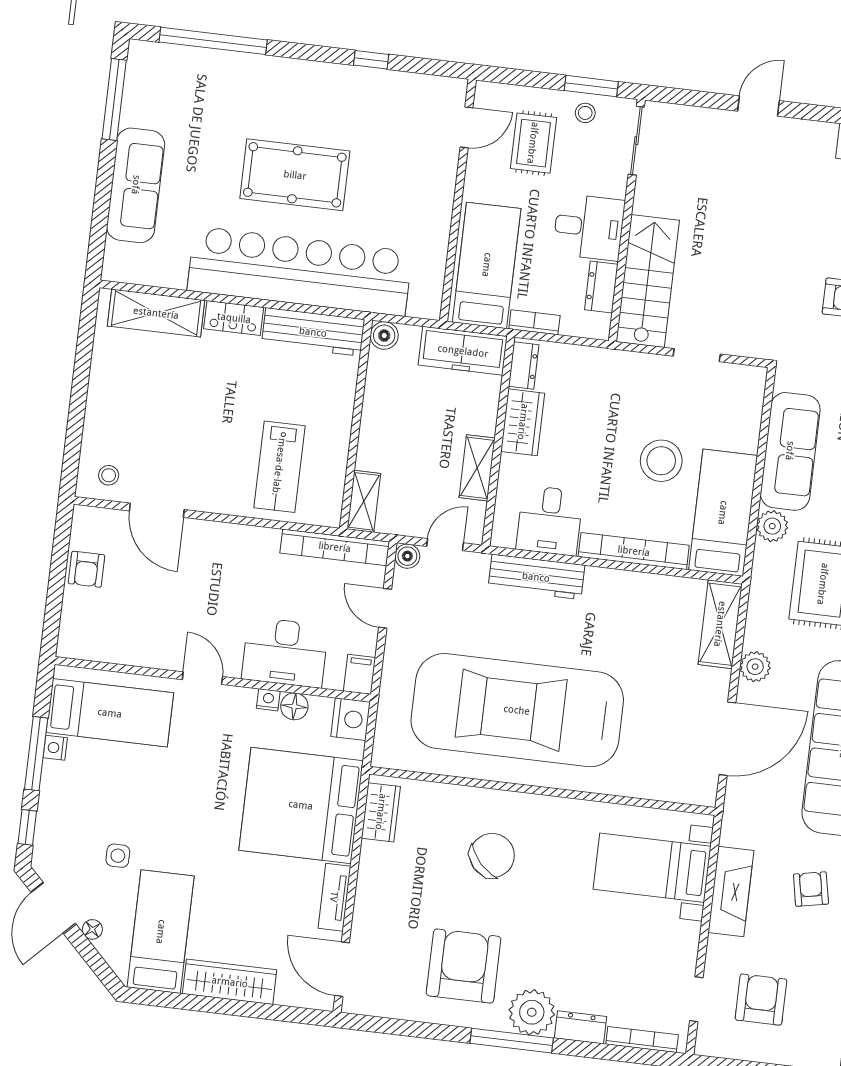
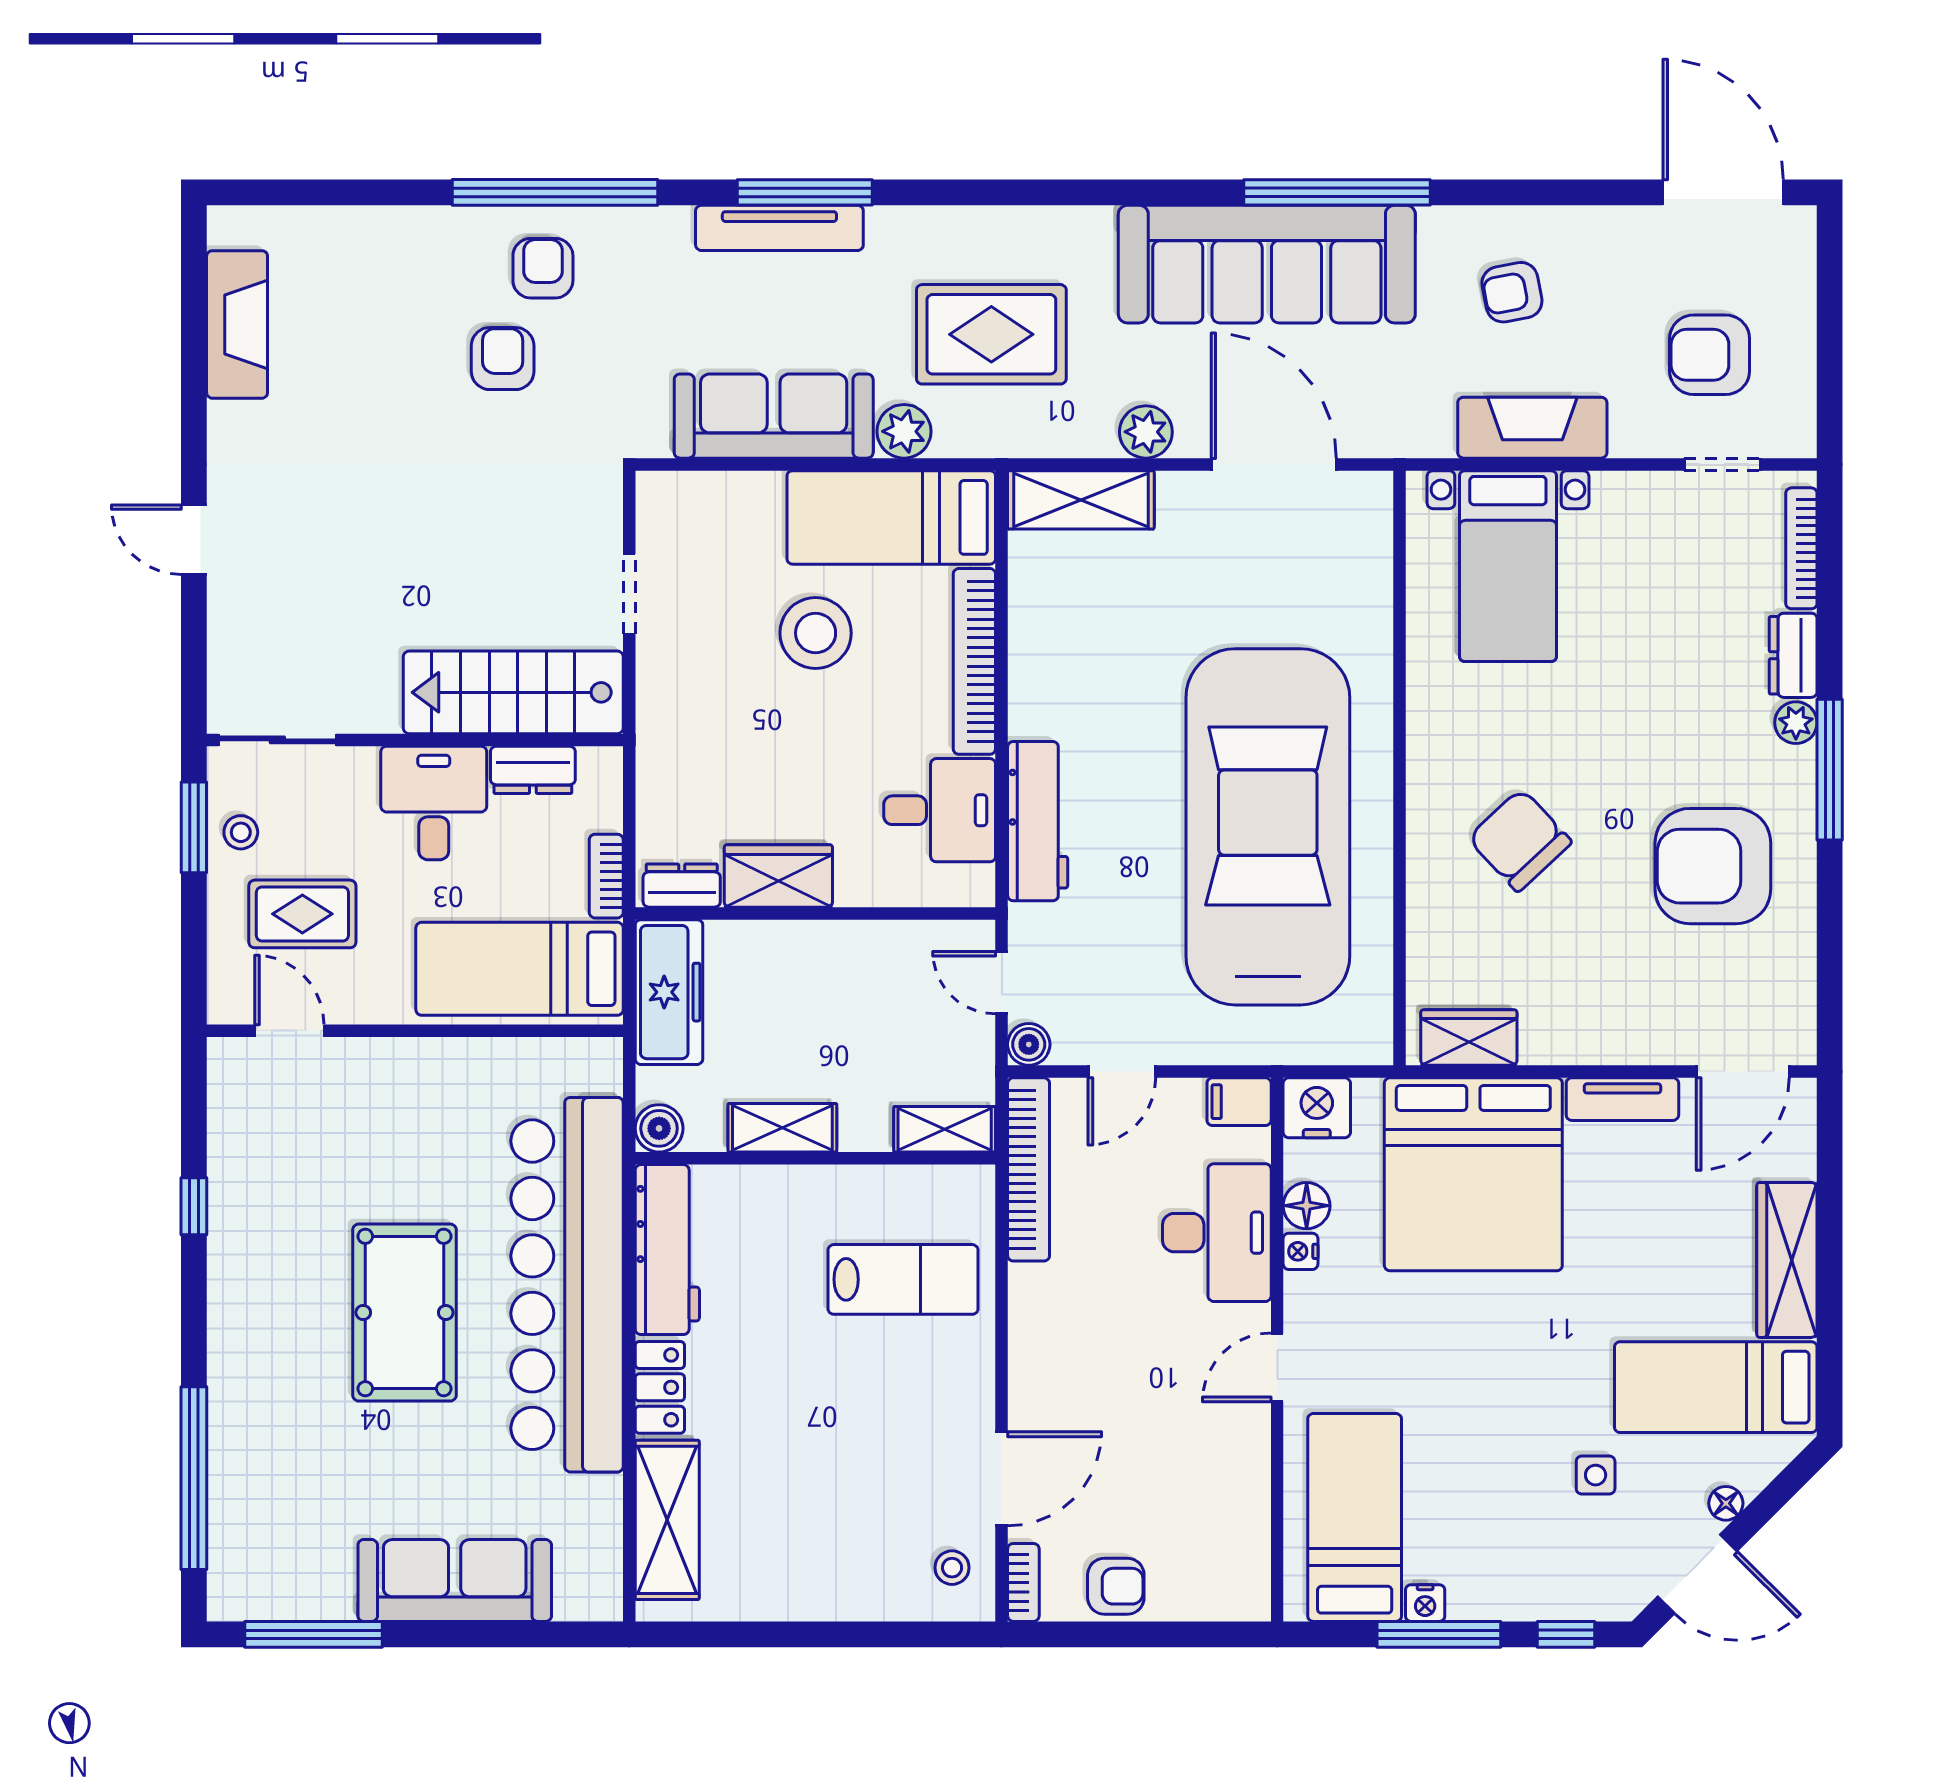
shelving: (477, 468) -> (782, 1128), moved
bookcase: (95, 516) -> (1023, 1582), added
car: (517, 710) -> (1268, 827), turned 180
plant: (532, 1012) -> (1796, 723), width x0.53, depth x0.53

